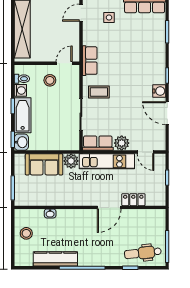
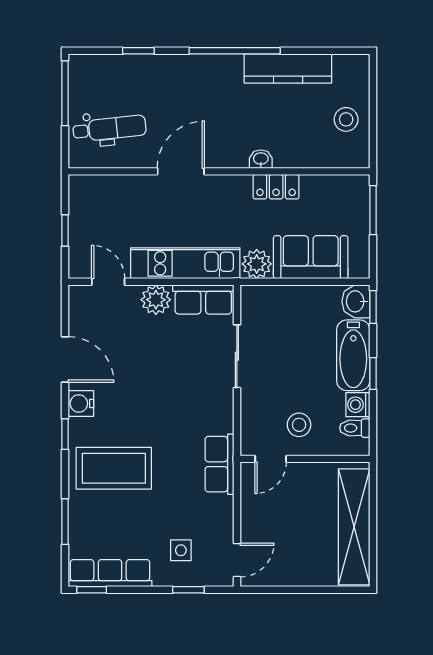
coffee table: (99, 92) -> (114, 468), moved, width x1.86, depth x1.72
locker: (133, 200) -> (276, 187), moved
washbasin: (50, 213) -> (261, 159), moved
dental chair: (143, 253) -> (110, 128), moved

